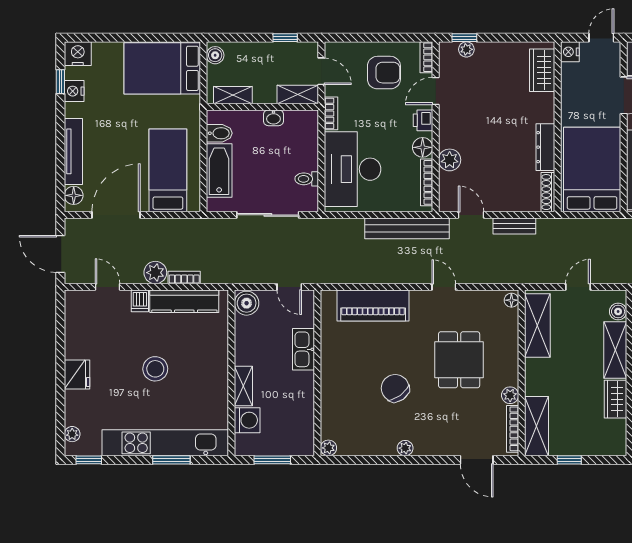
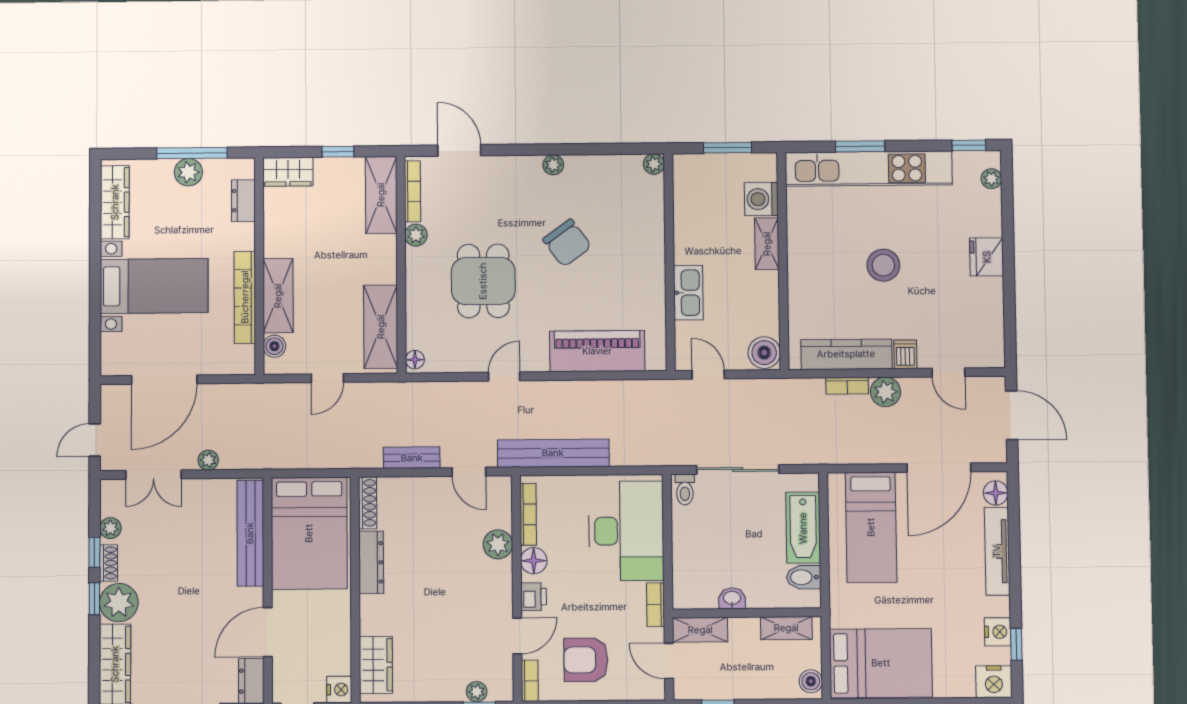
toilet: (307, 179) -> (685, 489), moved, turned 90
door: (444, 287) -> (504, 377), swing flipped
wardrobe: (616, 399) -> (288, 172), moved, turned 90

